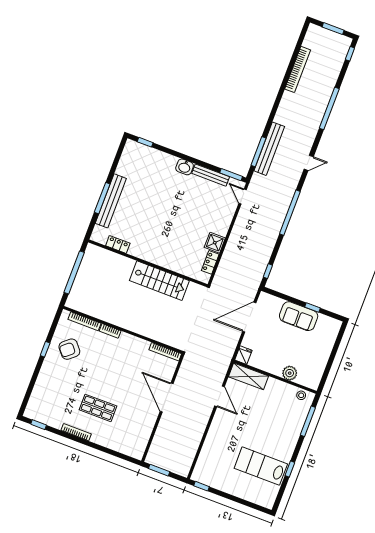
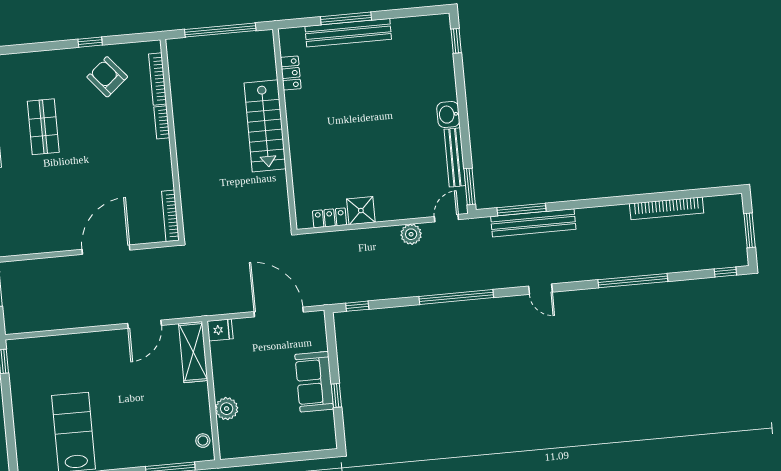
plant: (242, 221) -> (411, 234), added
stairs: (159, 281) -> (265, 126), moved
shop shelf: (98, 408) -> (43, 127), moved

